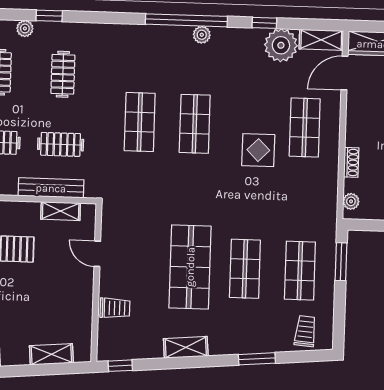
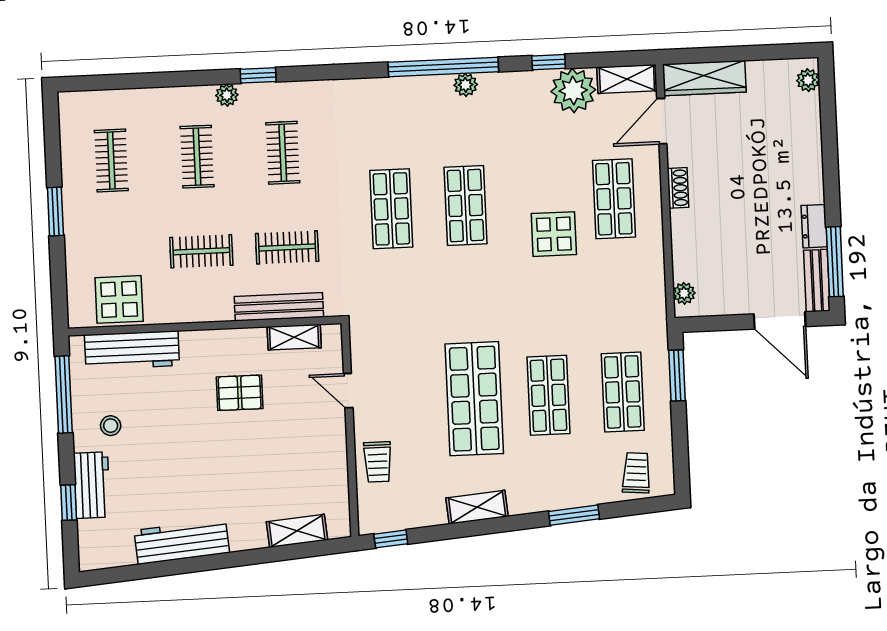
shoe rack: (351, 162) -> (678, 188), moved
trolley: (115, 308) -> (378, 462), turned 90

